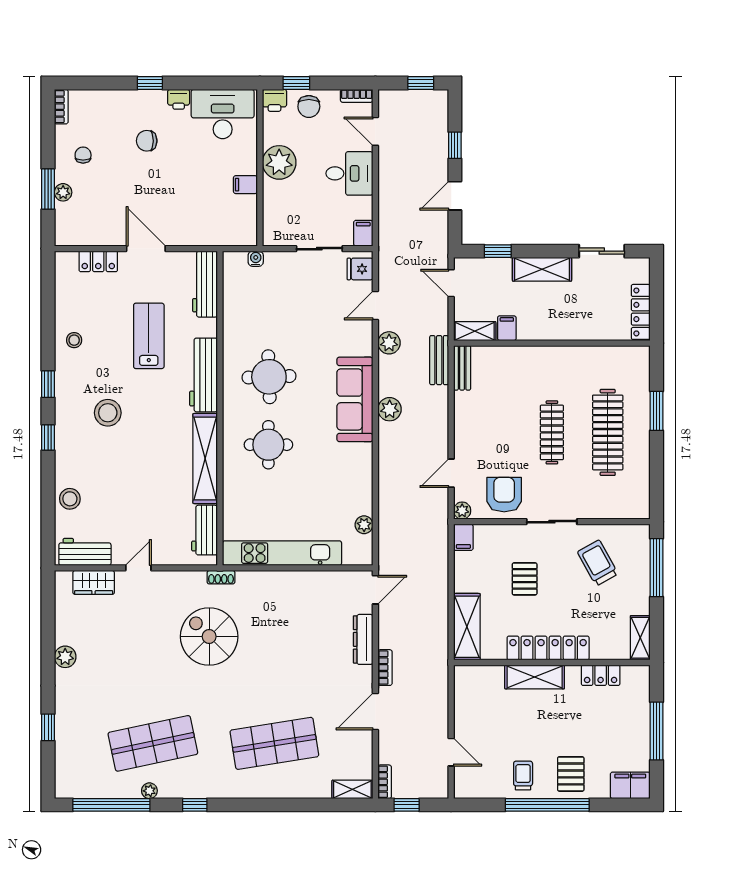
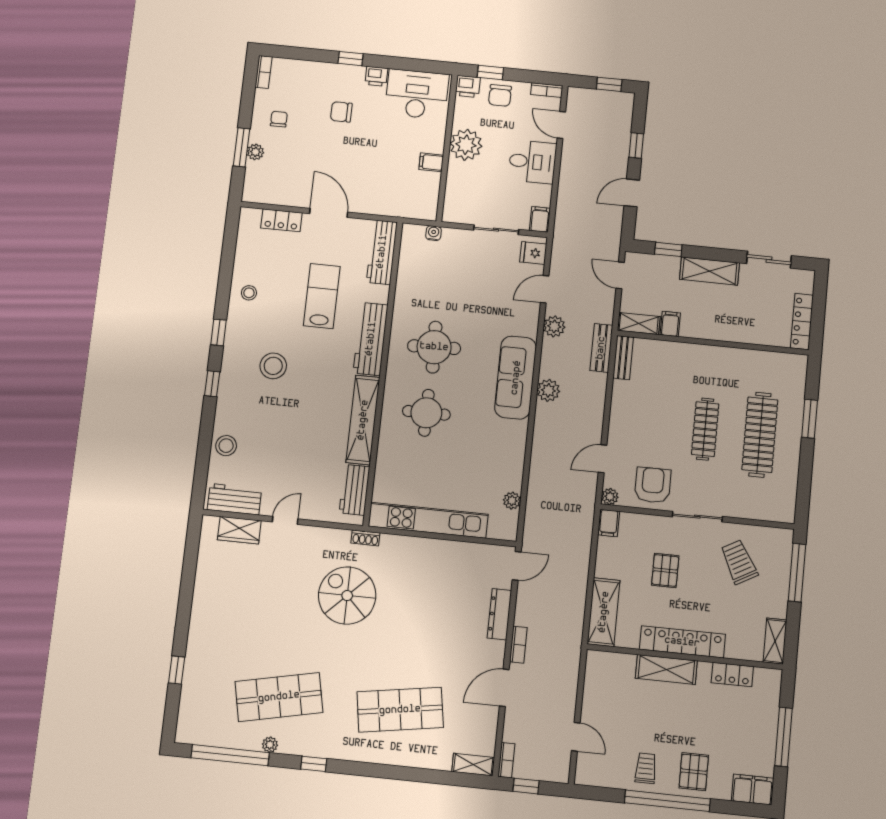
plant: (65, 657) -> (202, 601), removed

